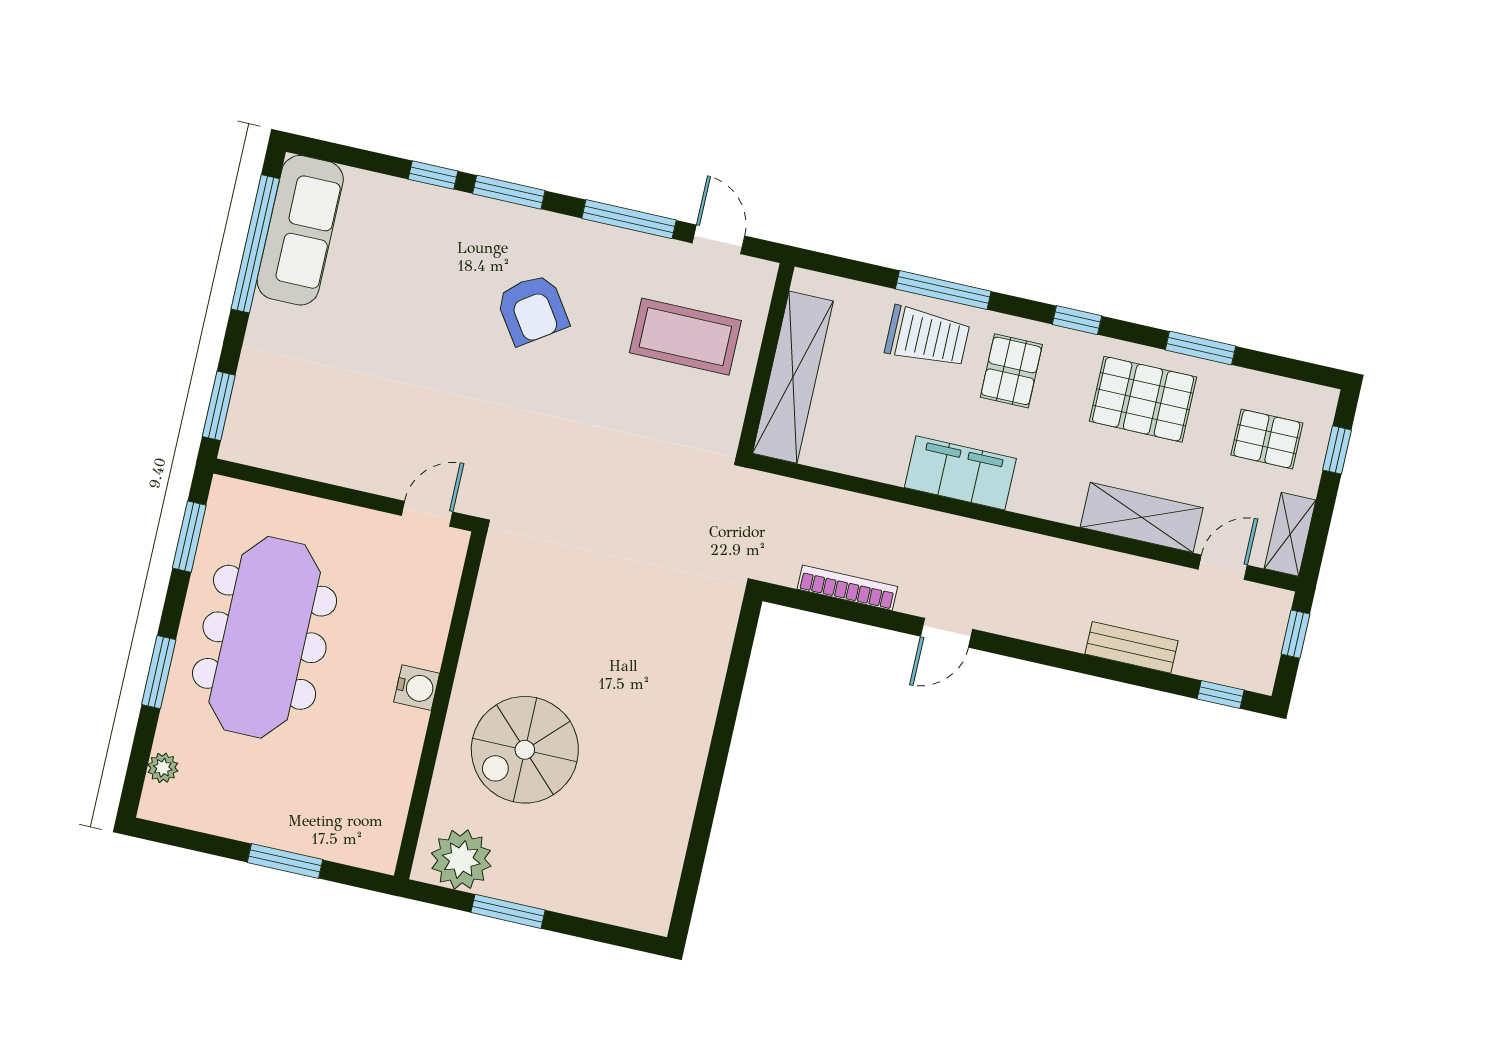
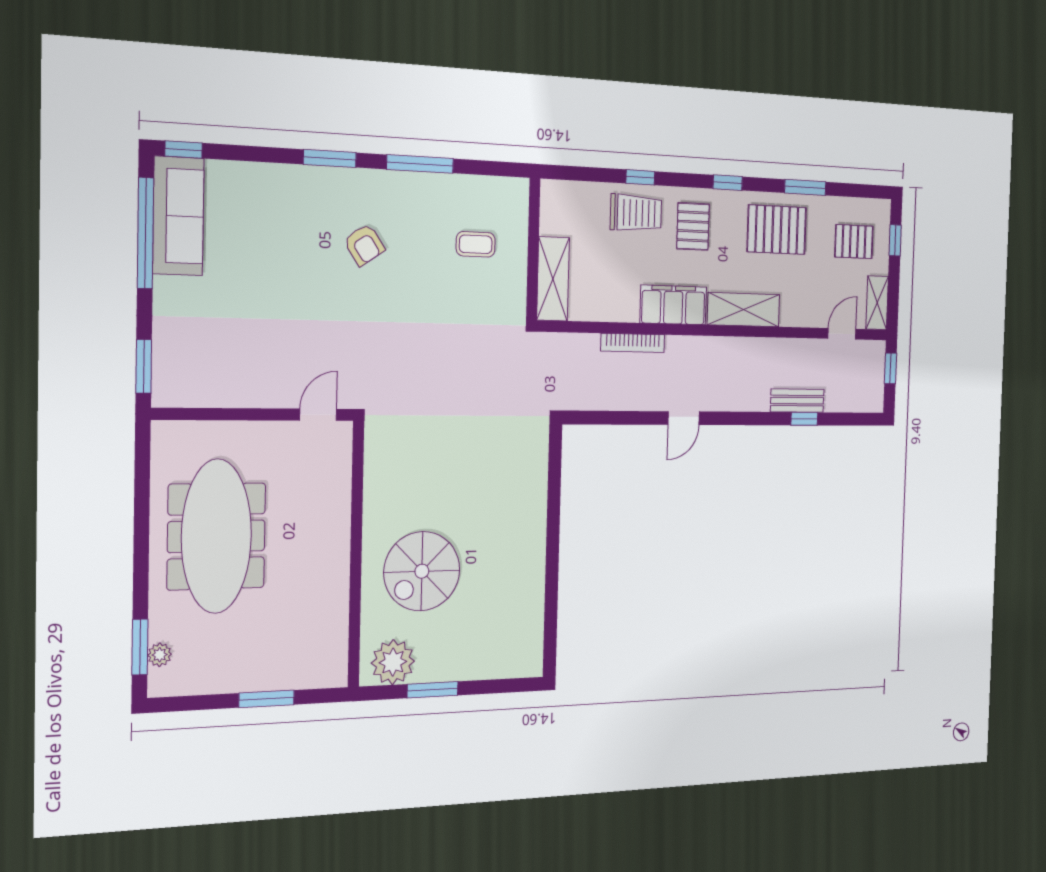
window: (433, 175) -> (184, 150), moved
door: (719, 239) -> (485, 168), removed
window: (943, 290) -> (640, 177), width x0.46
armchair: (532, 309) -> (364, 245), width x0.72, depth x0.72
coffee table: (685, 337) -> (476, 244), width x0.54, depth x0.58
shelving: (793, 377) -> (553, 279), width x0.68
shelving: (1142, 517) -> (744, 310), moved
window: (189, 537) -> (142, 473), removed
bookcase: (847, 588) -> (633, 343), moved, turned 180
window: (159, 672) -> (140, 647), moved
water cooler: (417, 688) -> (336, 546), removed
window: (1221, 695) -> (804, 419), moved

